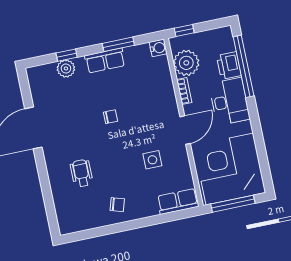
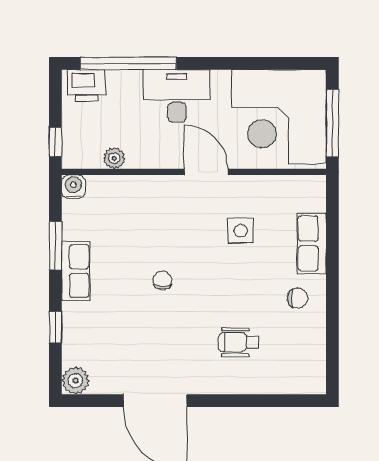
plant: (186, 63) -> (114, 158), width x0.53, depth x0.53
printer: (229, 66) -> (87, 85), moved
plant: (66, 69) -> (75, 381), moved
bookcase: (184, 91) -> (147, 161), removed
row of seats: (178, 201) -> (312, 243), moved
chair: (117, 205) -> (297, 298), turned 73

